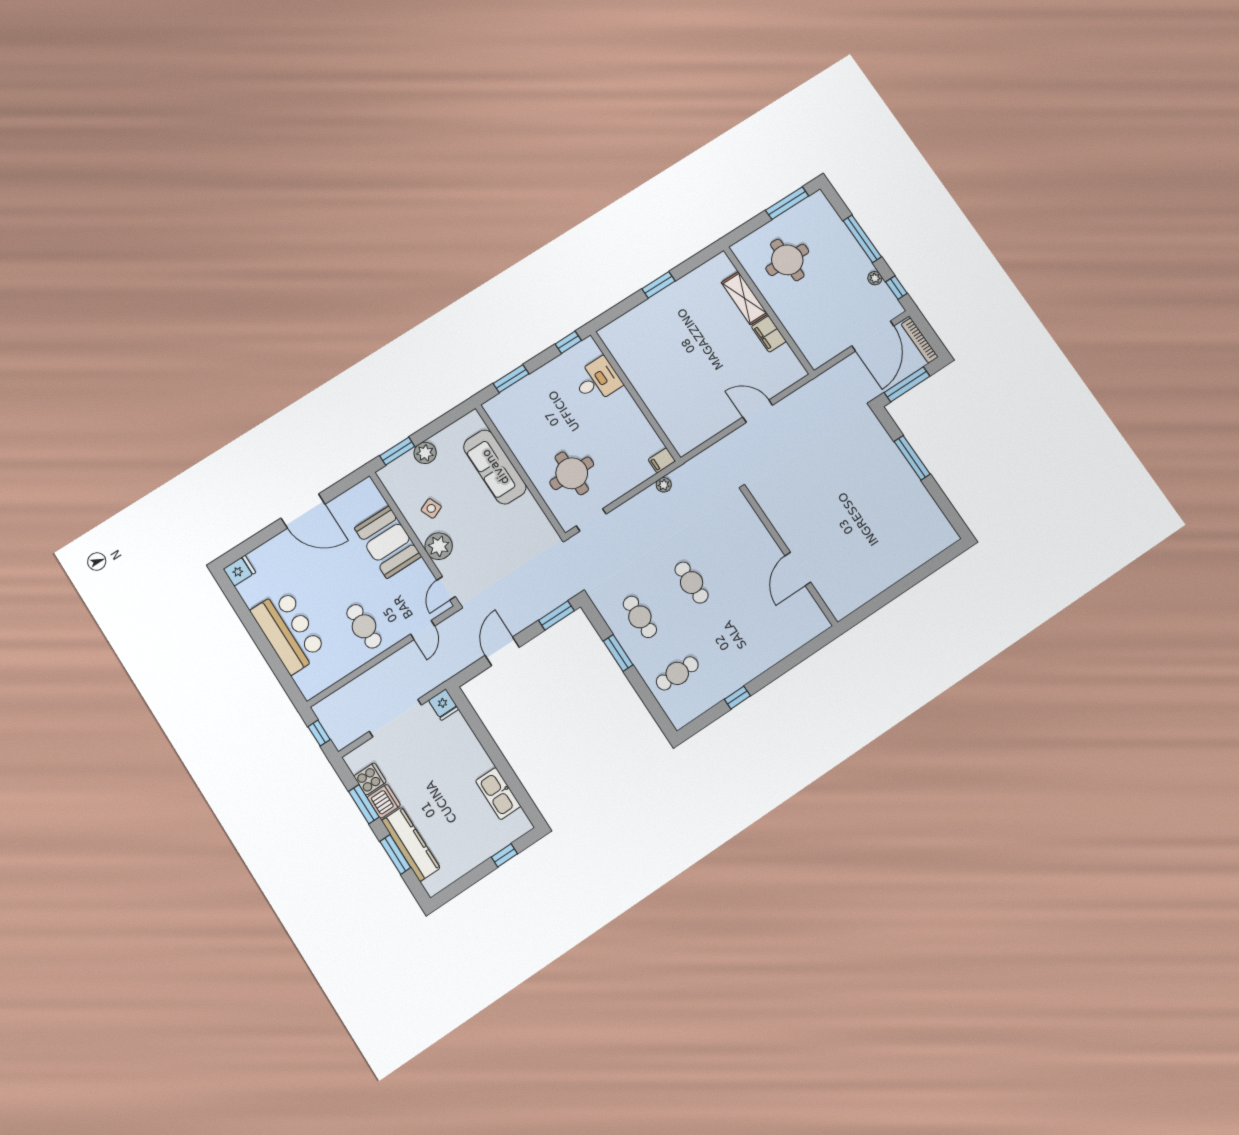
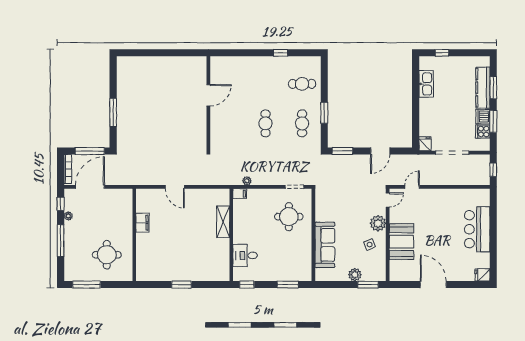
shelving: (744, 298) -> (223, 222), moved
cafe table: (364, 626) -> (439, 208), removed

